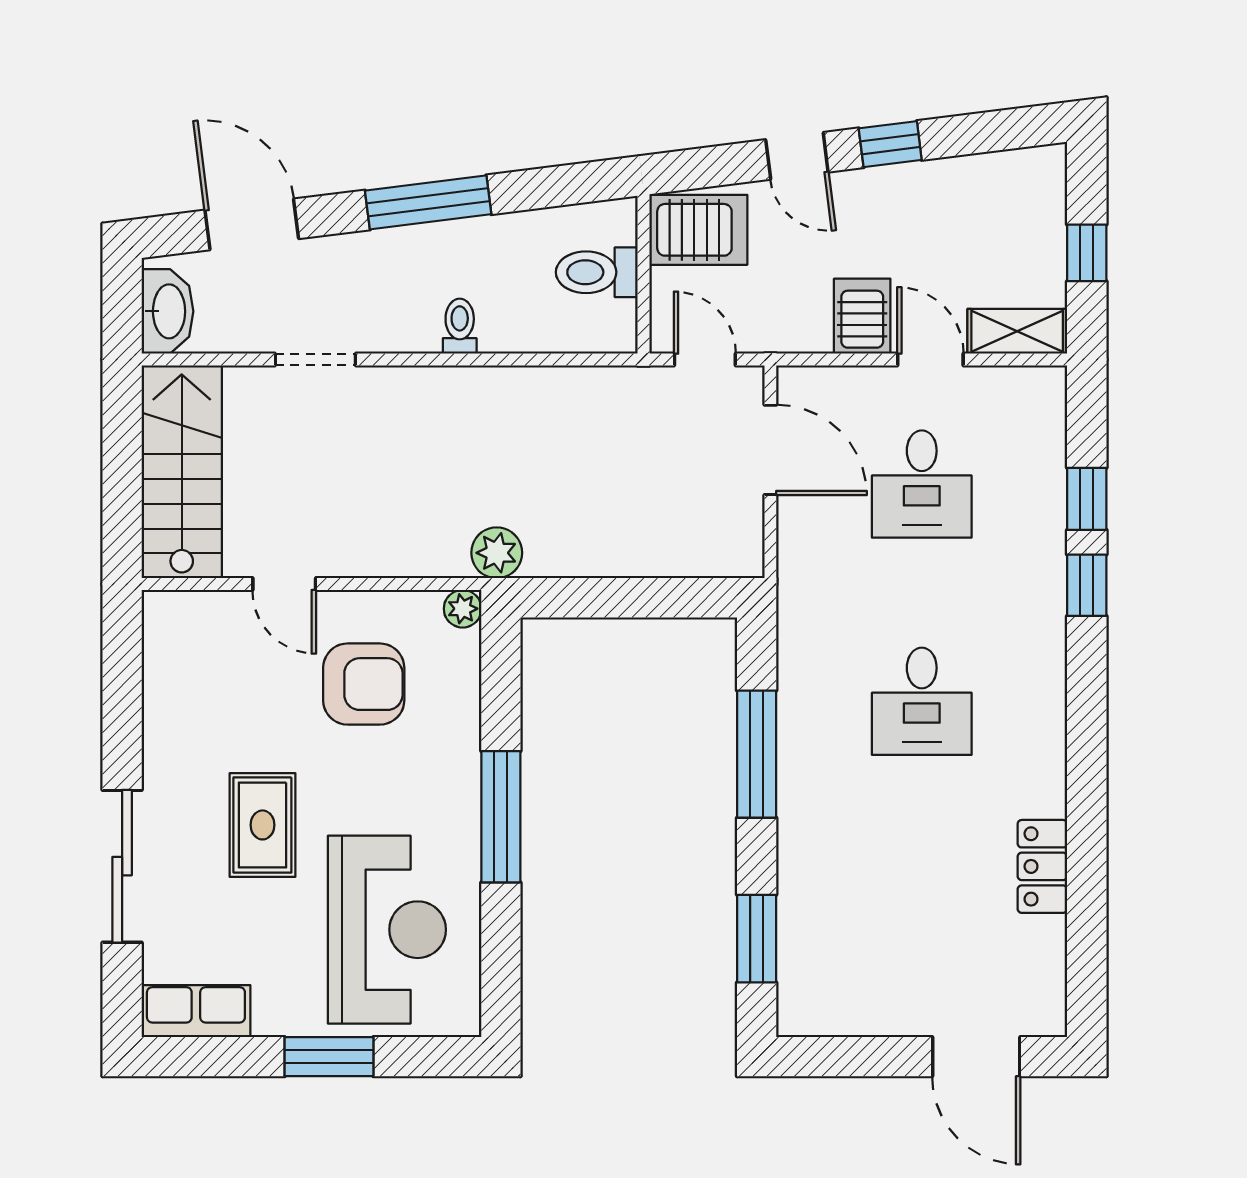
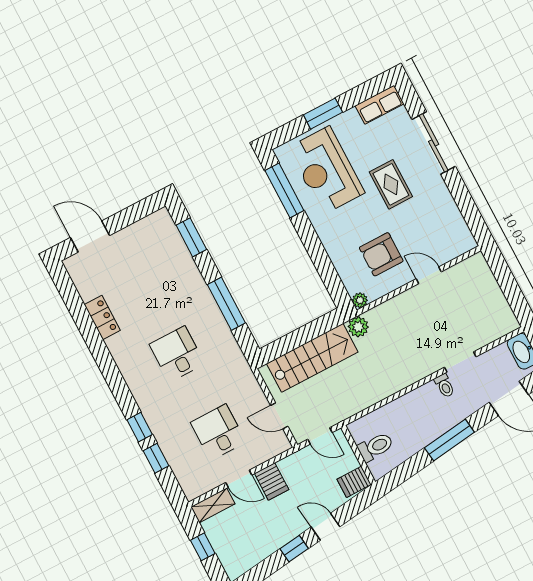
server rack: (698, 230) -> (354, 482), width x0.73, depth x0.70
toilet: (460, 326) -> (444, 386), moved
door: (770, 450) -> (279, 416), width x0.73
stairs: (182, 472) -> (312, 358), moved, turned -90
window: (501, 817) -> (284, 191), moved

